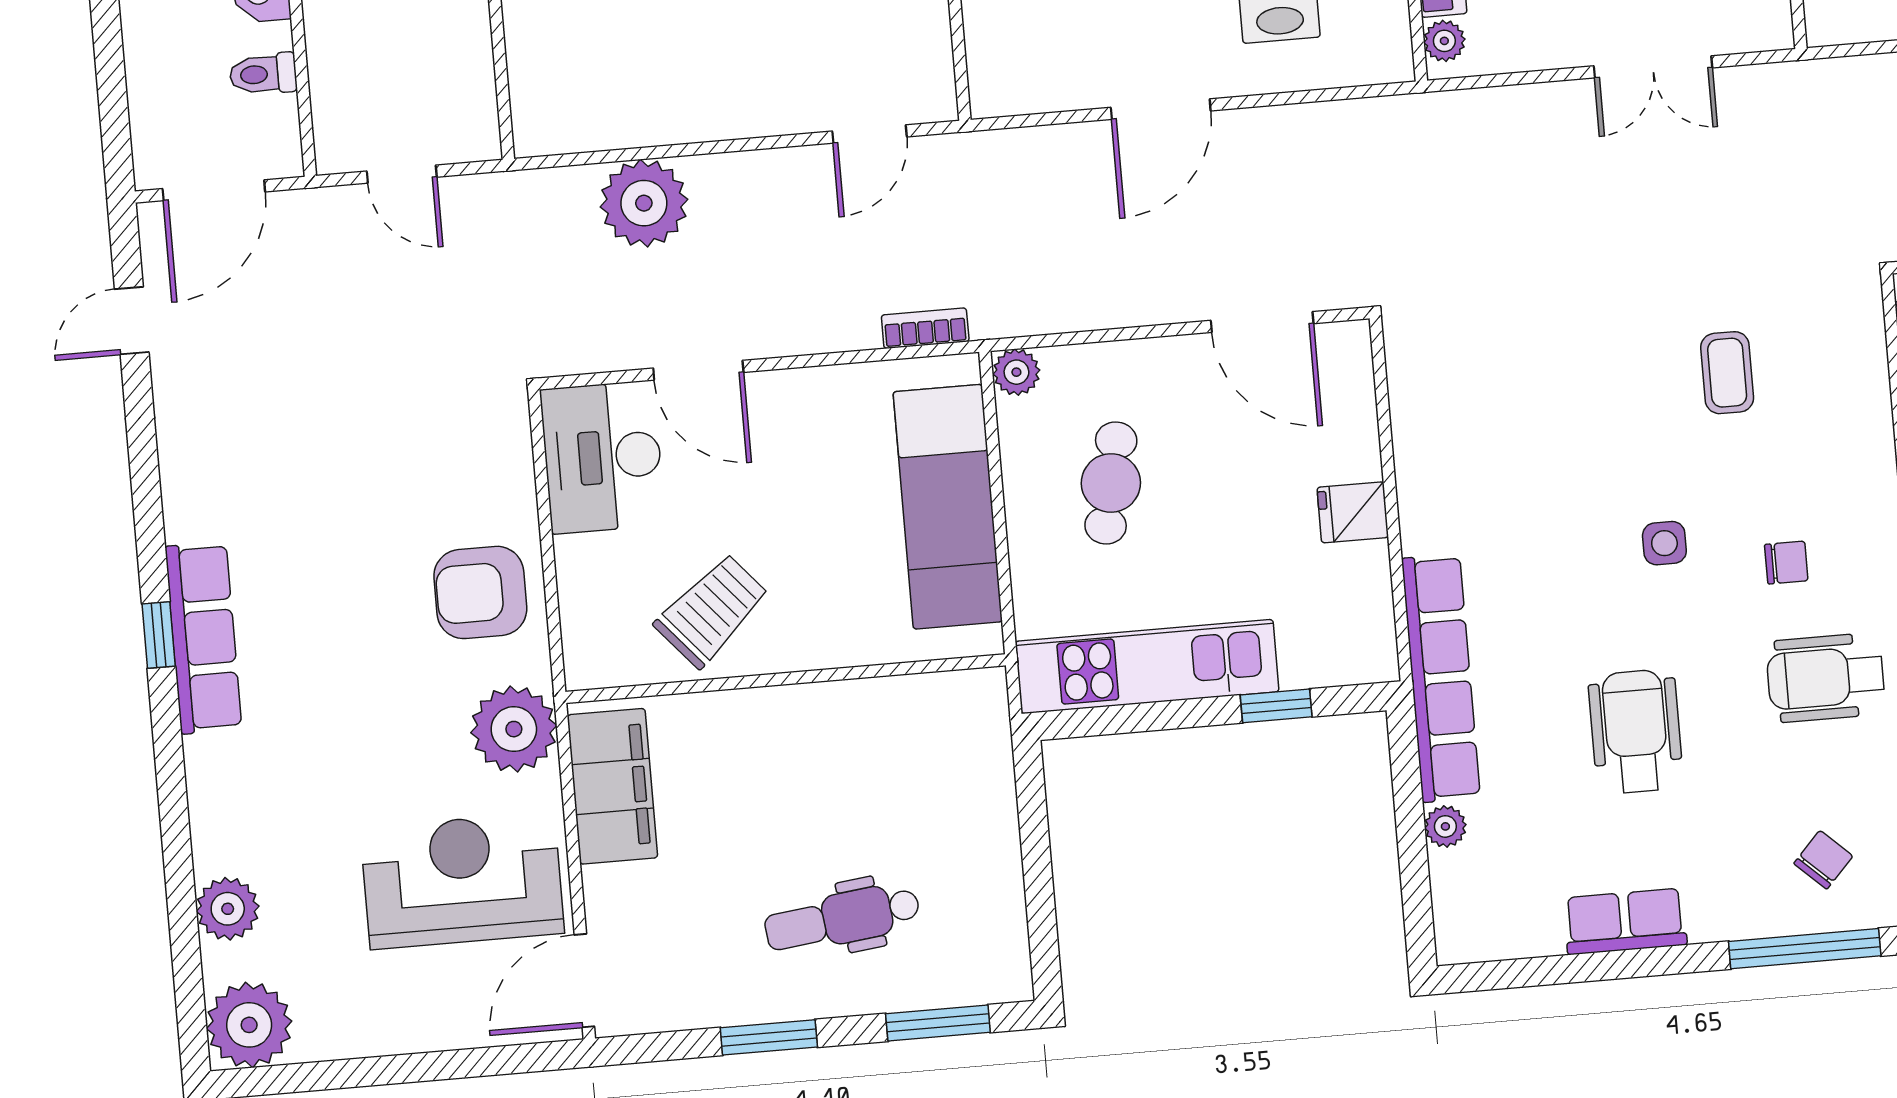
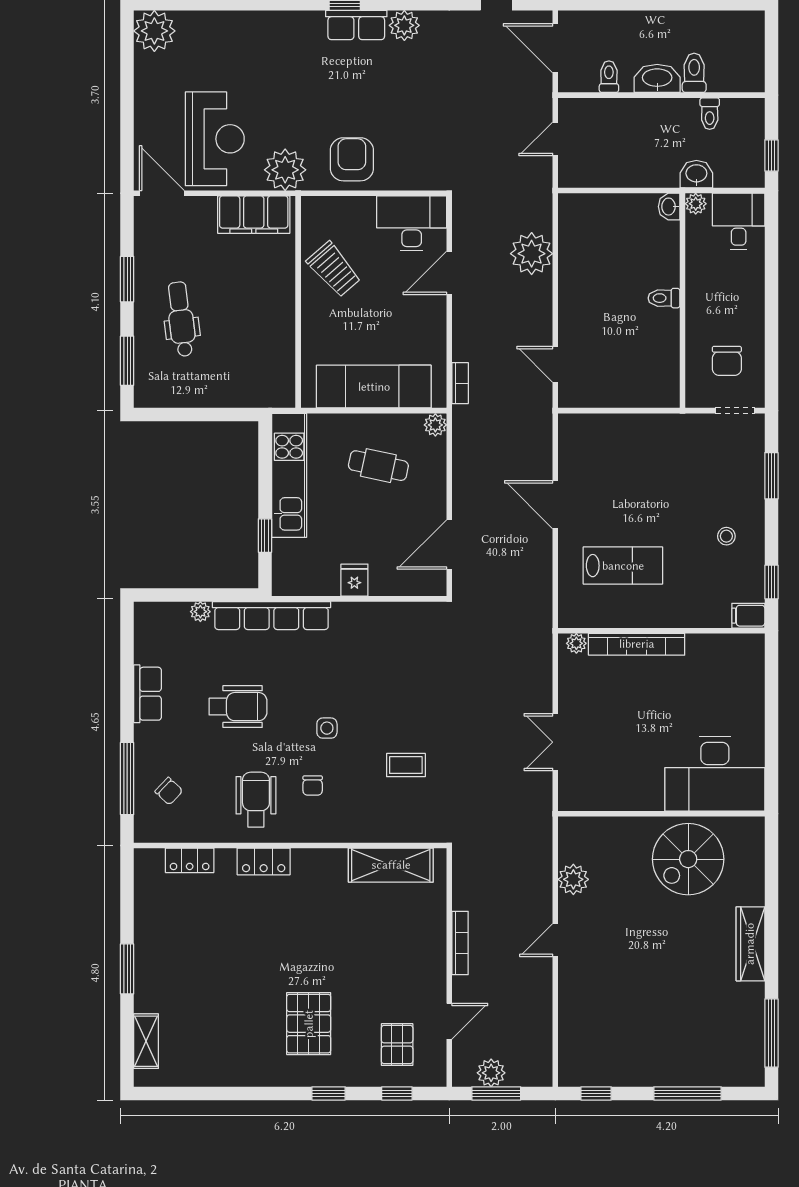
row of seats: (203, 638) -> (356, 25), width x0.68
plant: (228, 909) -> (404, 25), moved

